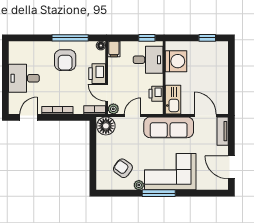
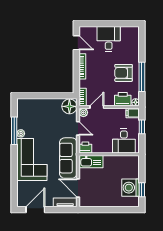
window: (147, 38) -> (142, 127), moved
washing machine: (176, 61) -> (131, 188), moved, turned 90
printer: (97, 74) -> (123, 99), moved
printer: (156, 94) -> (85, 148), moved
door: (205, 115) -> (78, 188), swing flipped
armchair: (123, 168) -> (35, 120), removed
window: (159, 193) -> (14, 131), moved

